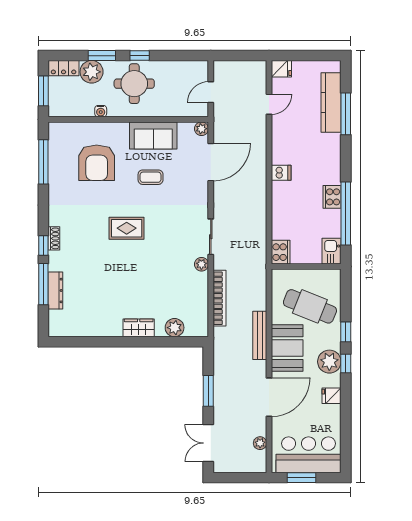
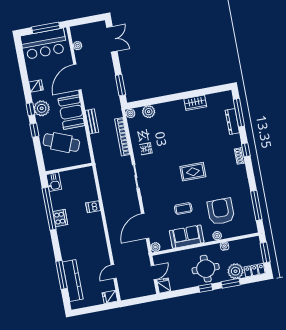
fridge: (200, 70) -> (164, 286), added
plant: (109, 129) -> (217, 236), added
dishwasher: (281, 173) -> (93, 207), moved
cooker: (281, 252) -> (88, 175), removed
plant: (201, 264) -> (130, 113), moved
window: (43, 284) -> (239, 113), moved
wardrobe: (139, 328) -> (195, 103), moved
bench: (260, 335) -> (92, 121), width x0.73
window: (208, 391) -> (120, 85), moved
window: (301, 478) -> (46, 28), width x1.44

